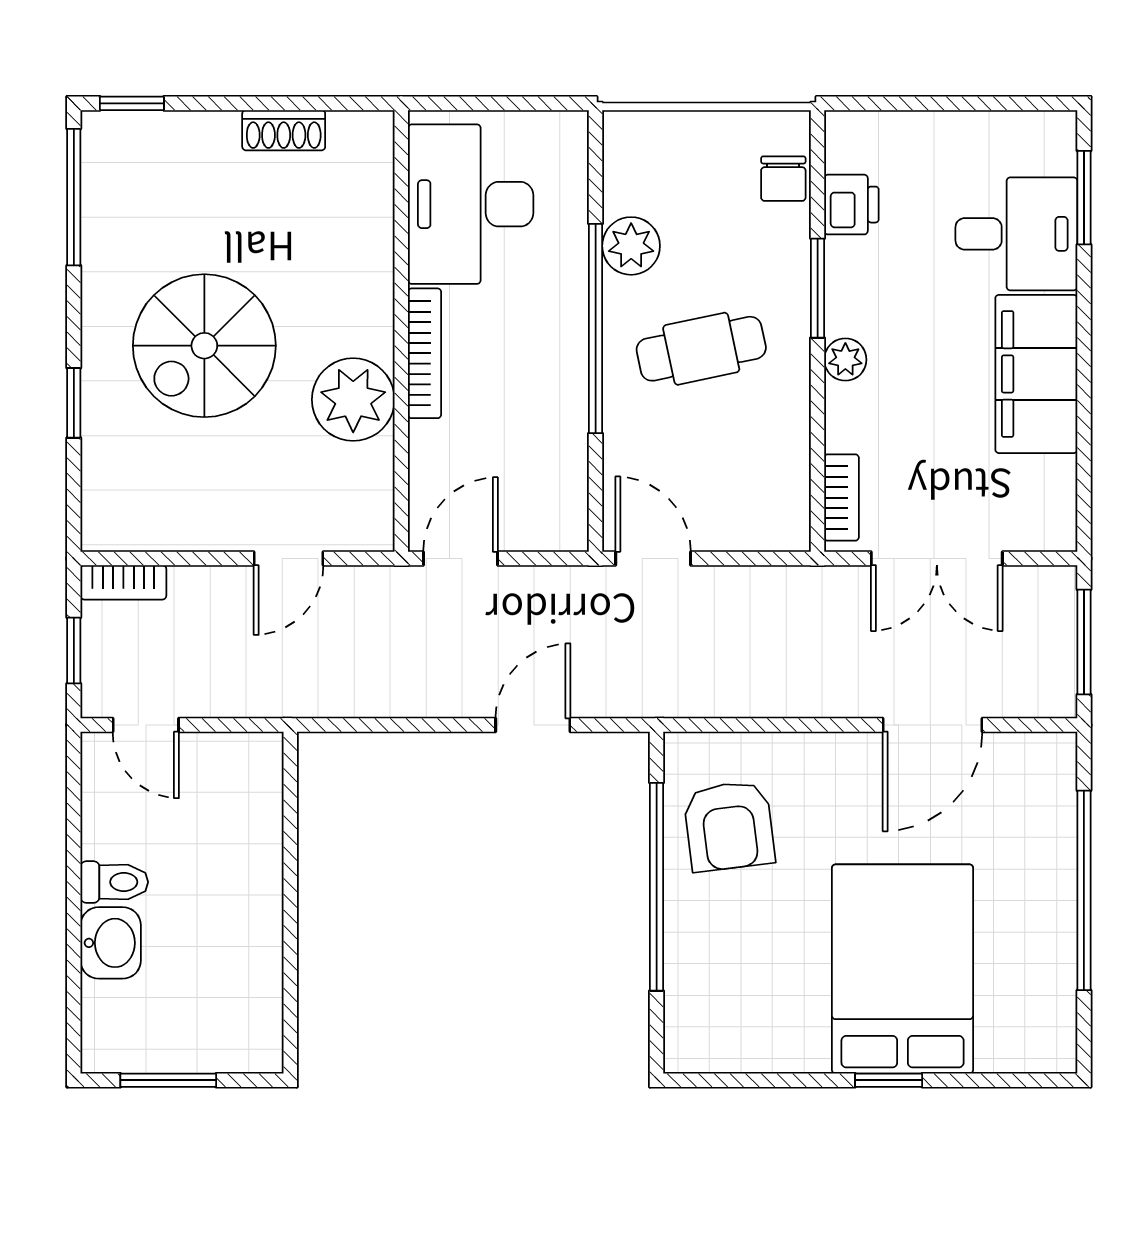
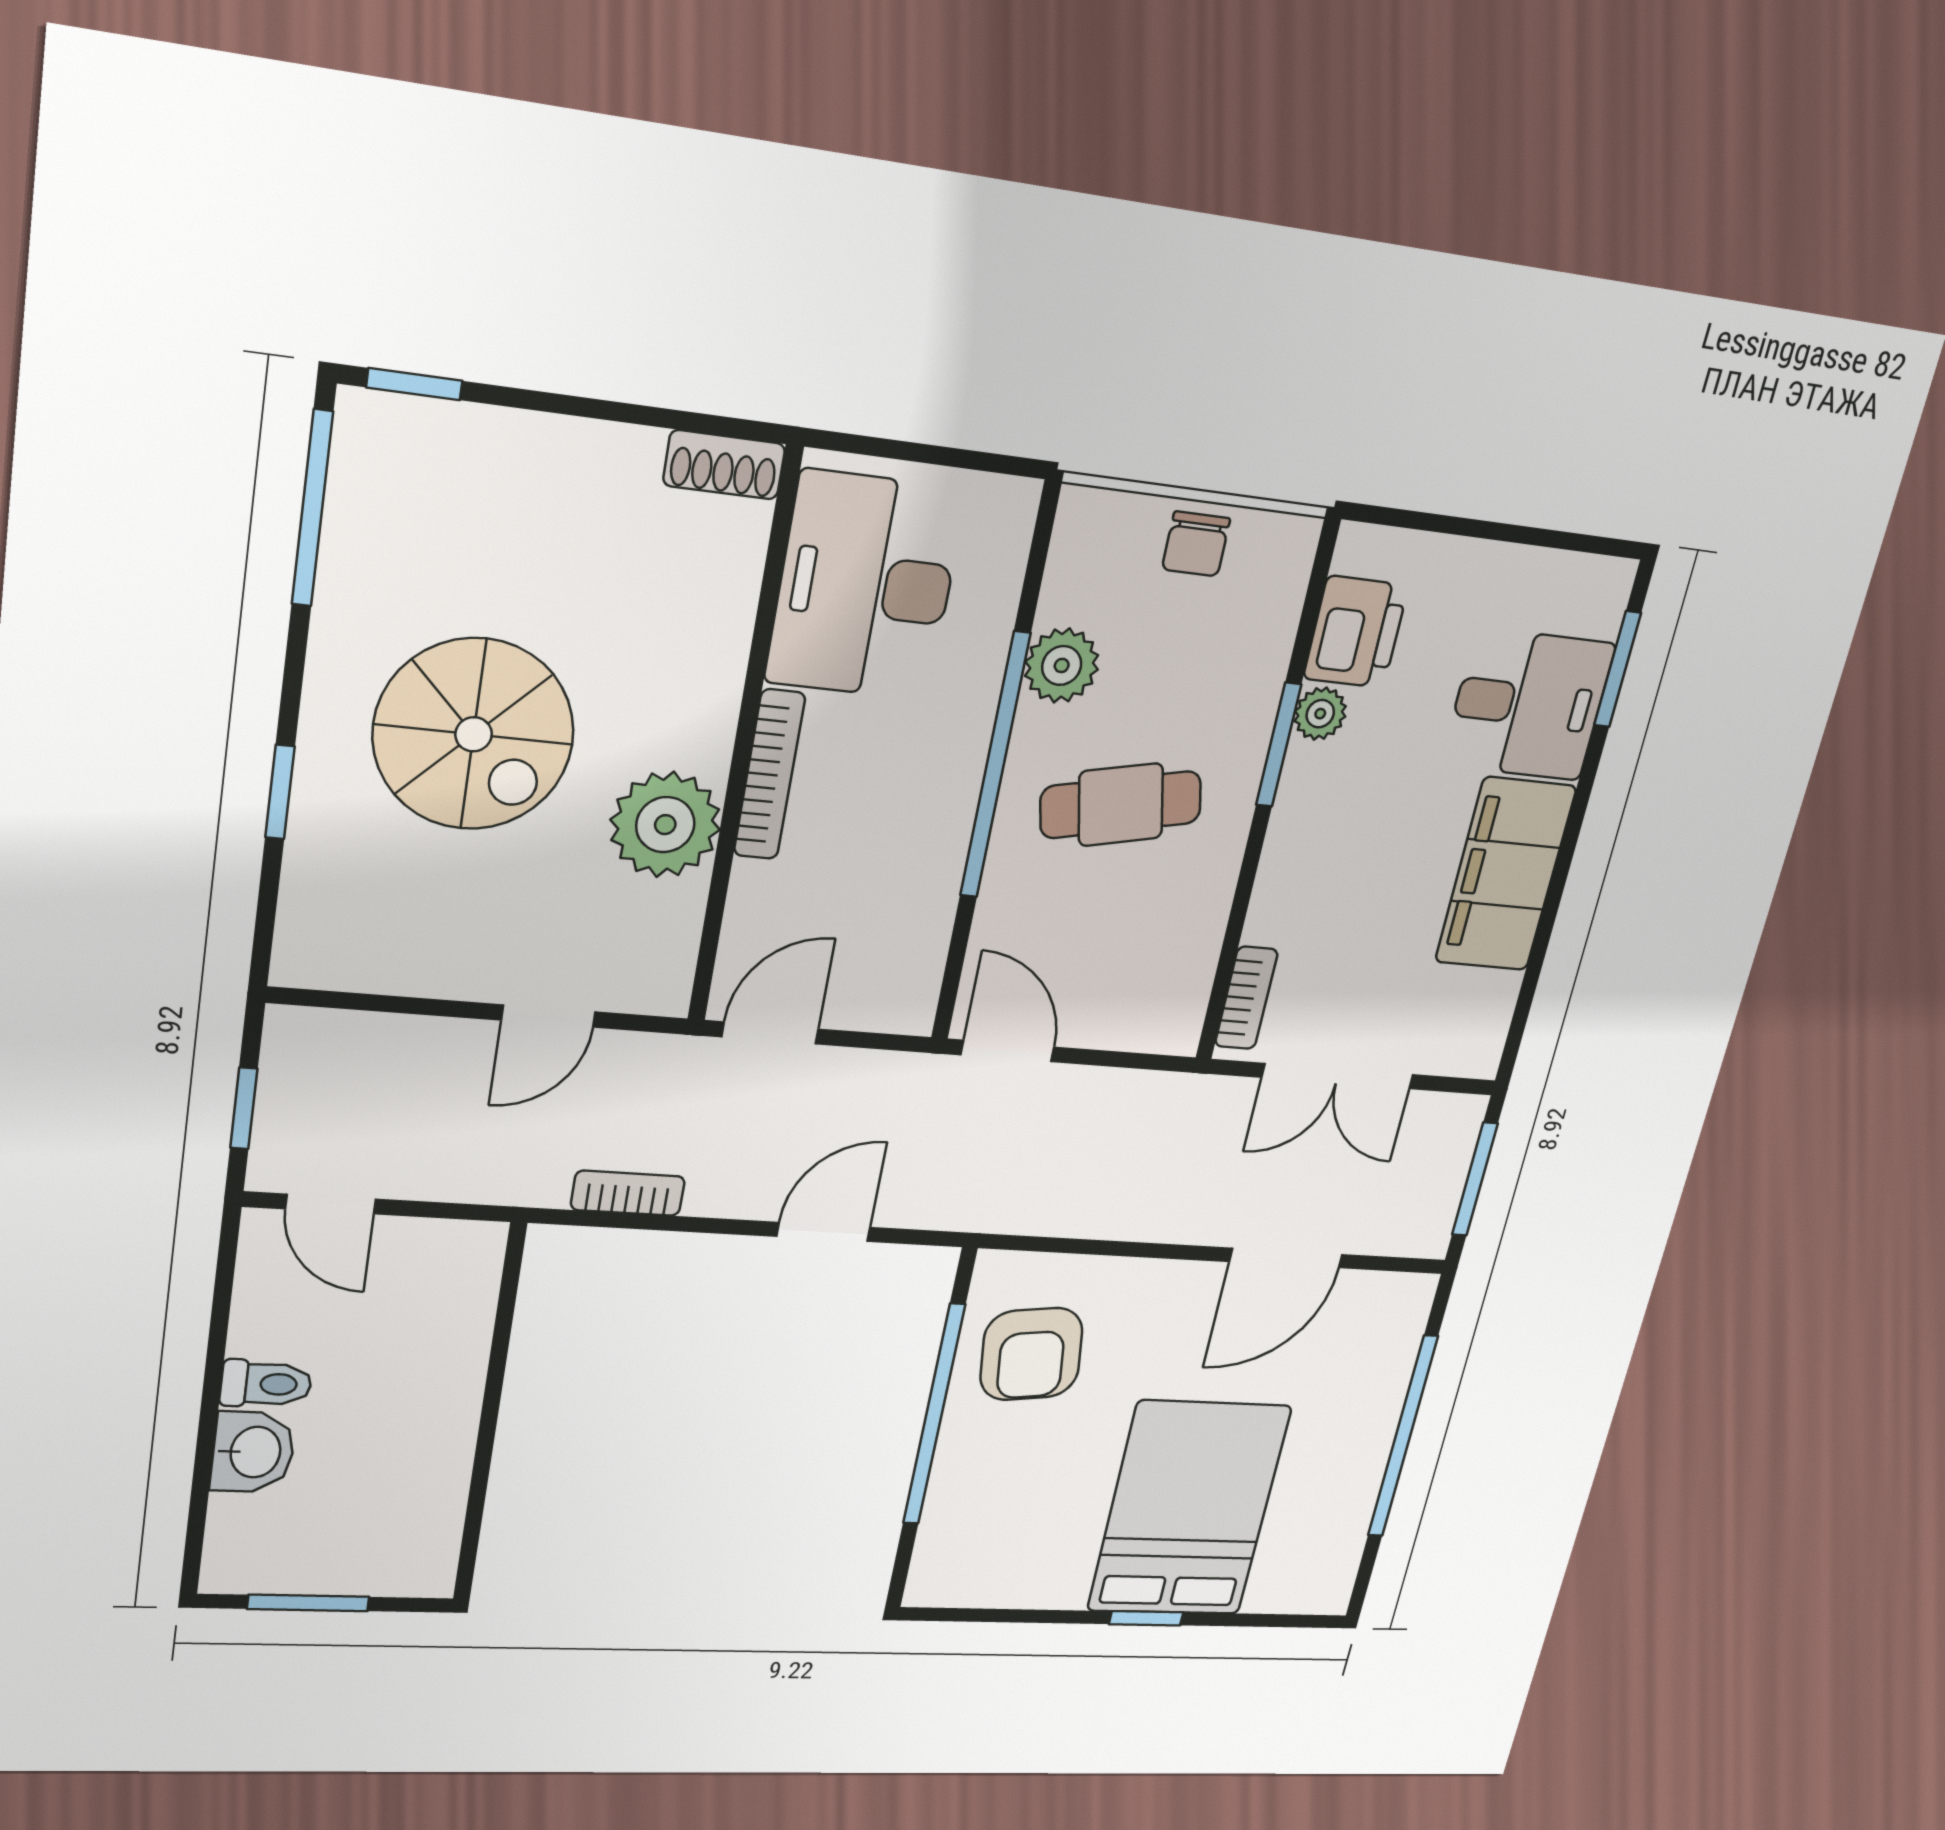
shoe rack: (284, 130) -> (724, 465), moved
chair: (783, 179) -> (1196, 544), moved
printer: (851, 205) -> (1356, 632), width x1.36, depth x1.24
spiral stairs: (204, 346) -> (474, 734), turned -90
plant: (845, 360) -> (1320, 714), moved
bookcase: (123, 582) -> (628, 1193), moved, turned 180

